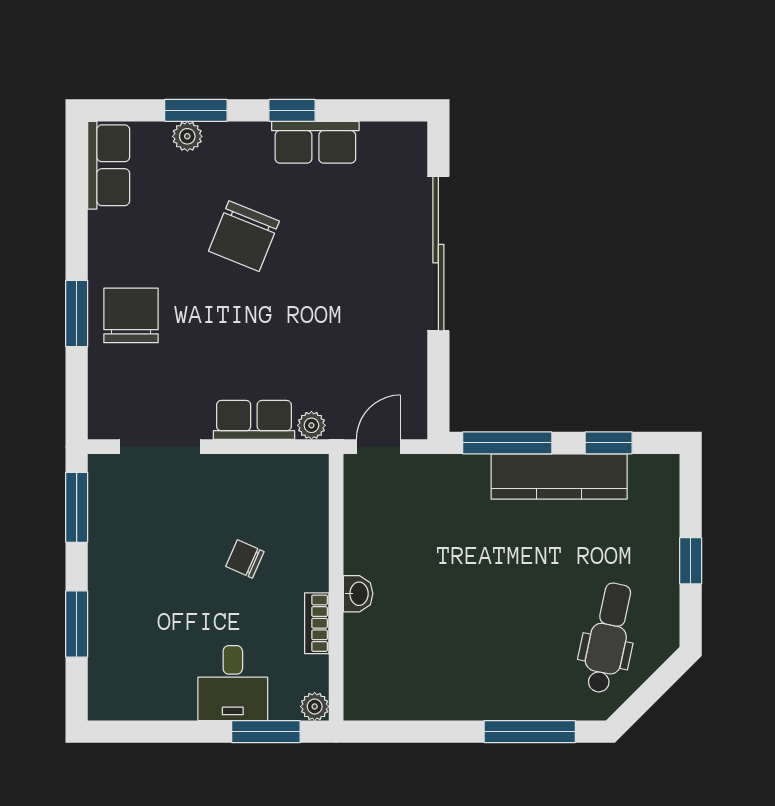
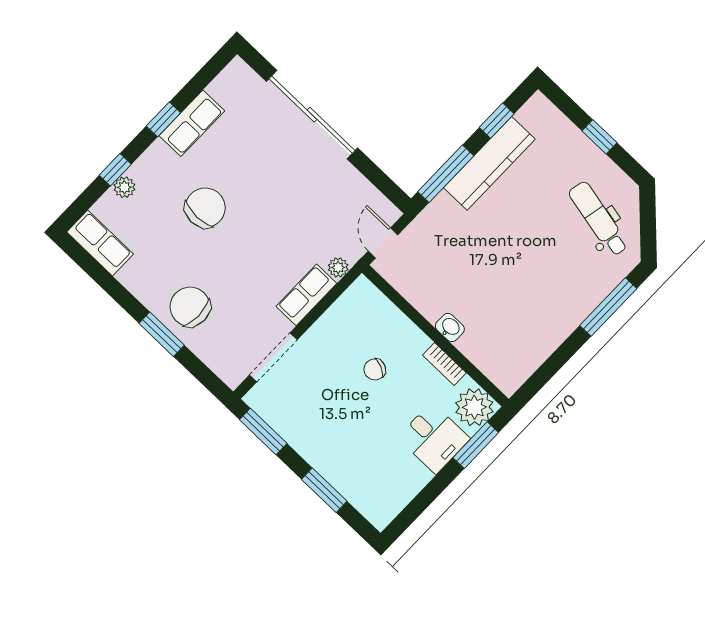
window: (196, 110) -> (115, 170), width x0.67
chair: (244, 236) -> (205, 208), turned -112
plant: (315, 707) -> (474, 407), width x1.88, depth x1.88

